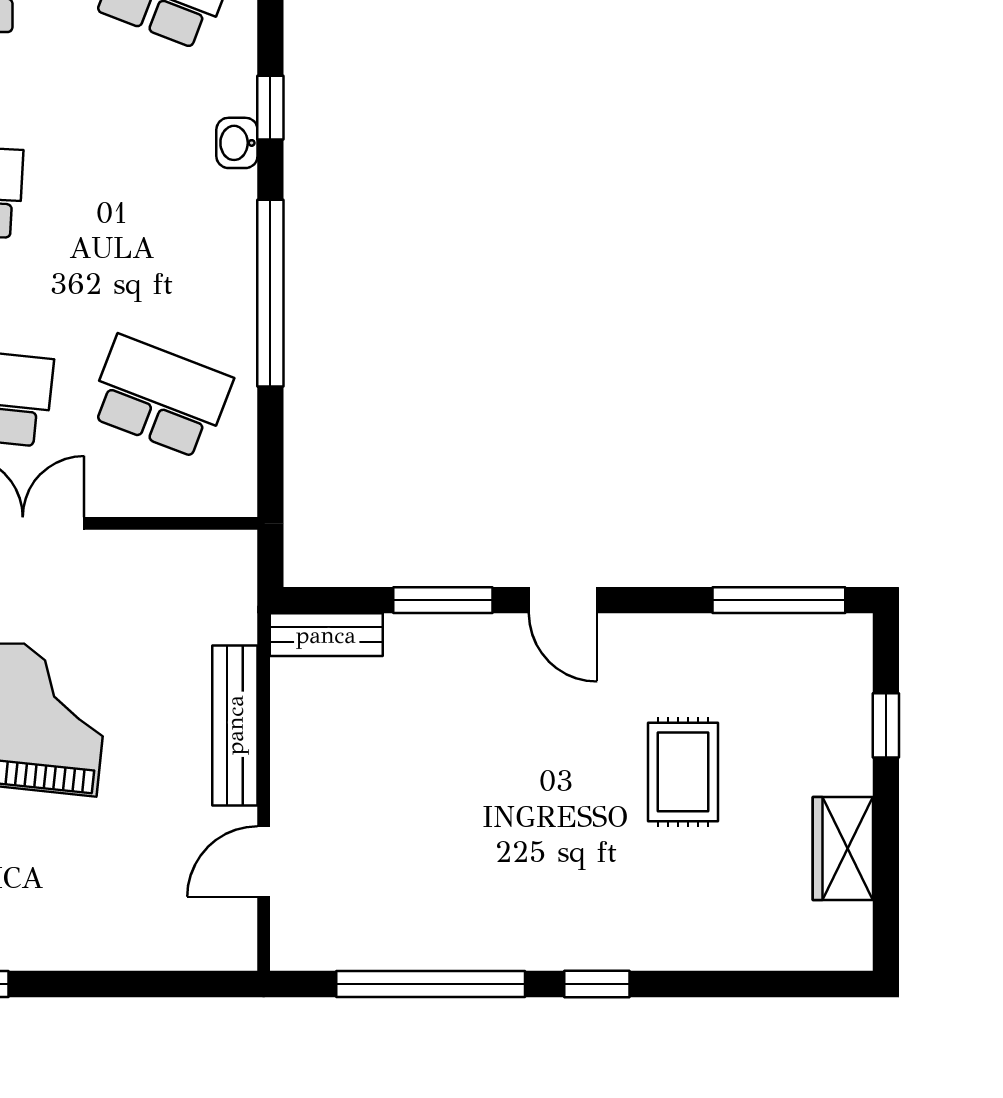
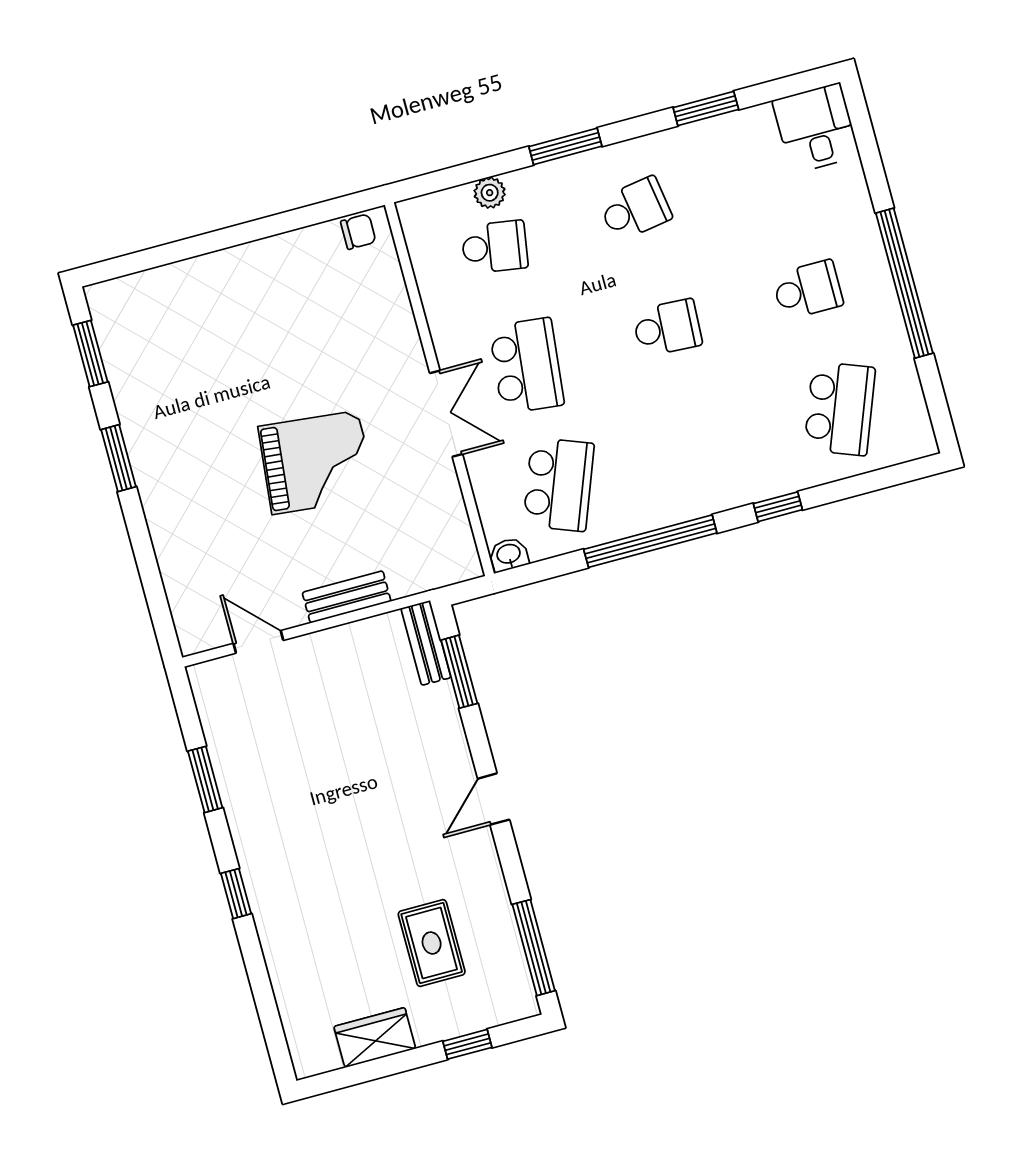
washbasin: (237, 143) -> (509, 555), moved
window: (443, 600) -> (459, 672), moved
bench: (235, 725) -> (347, 597), width x0.73
rug: (683, 772) -> (432, 943), moved, turned 90
window: (431, 984) -> (205, 779), width x0.47

